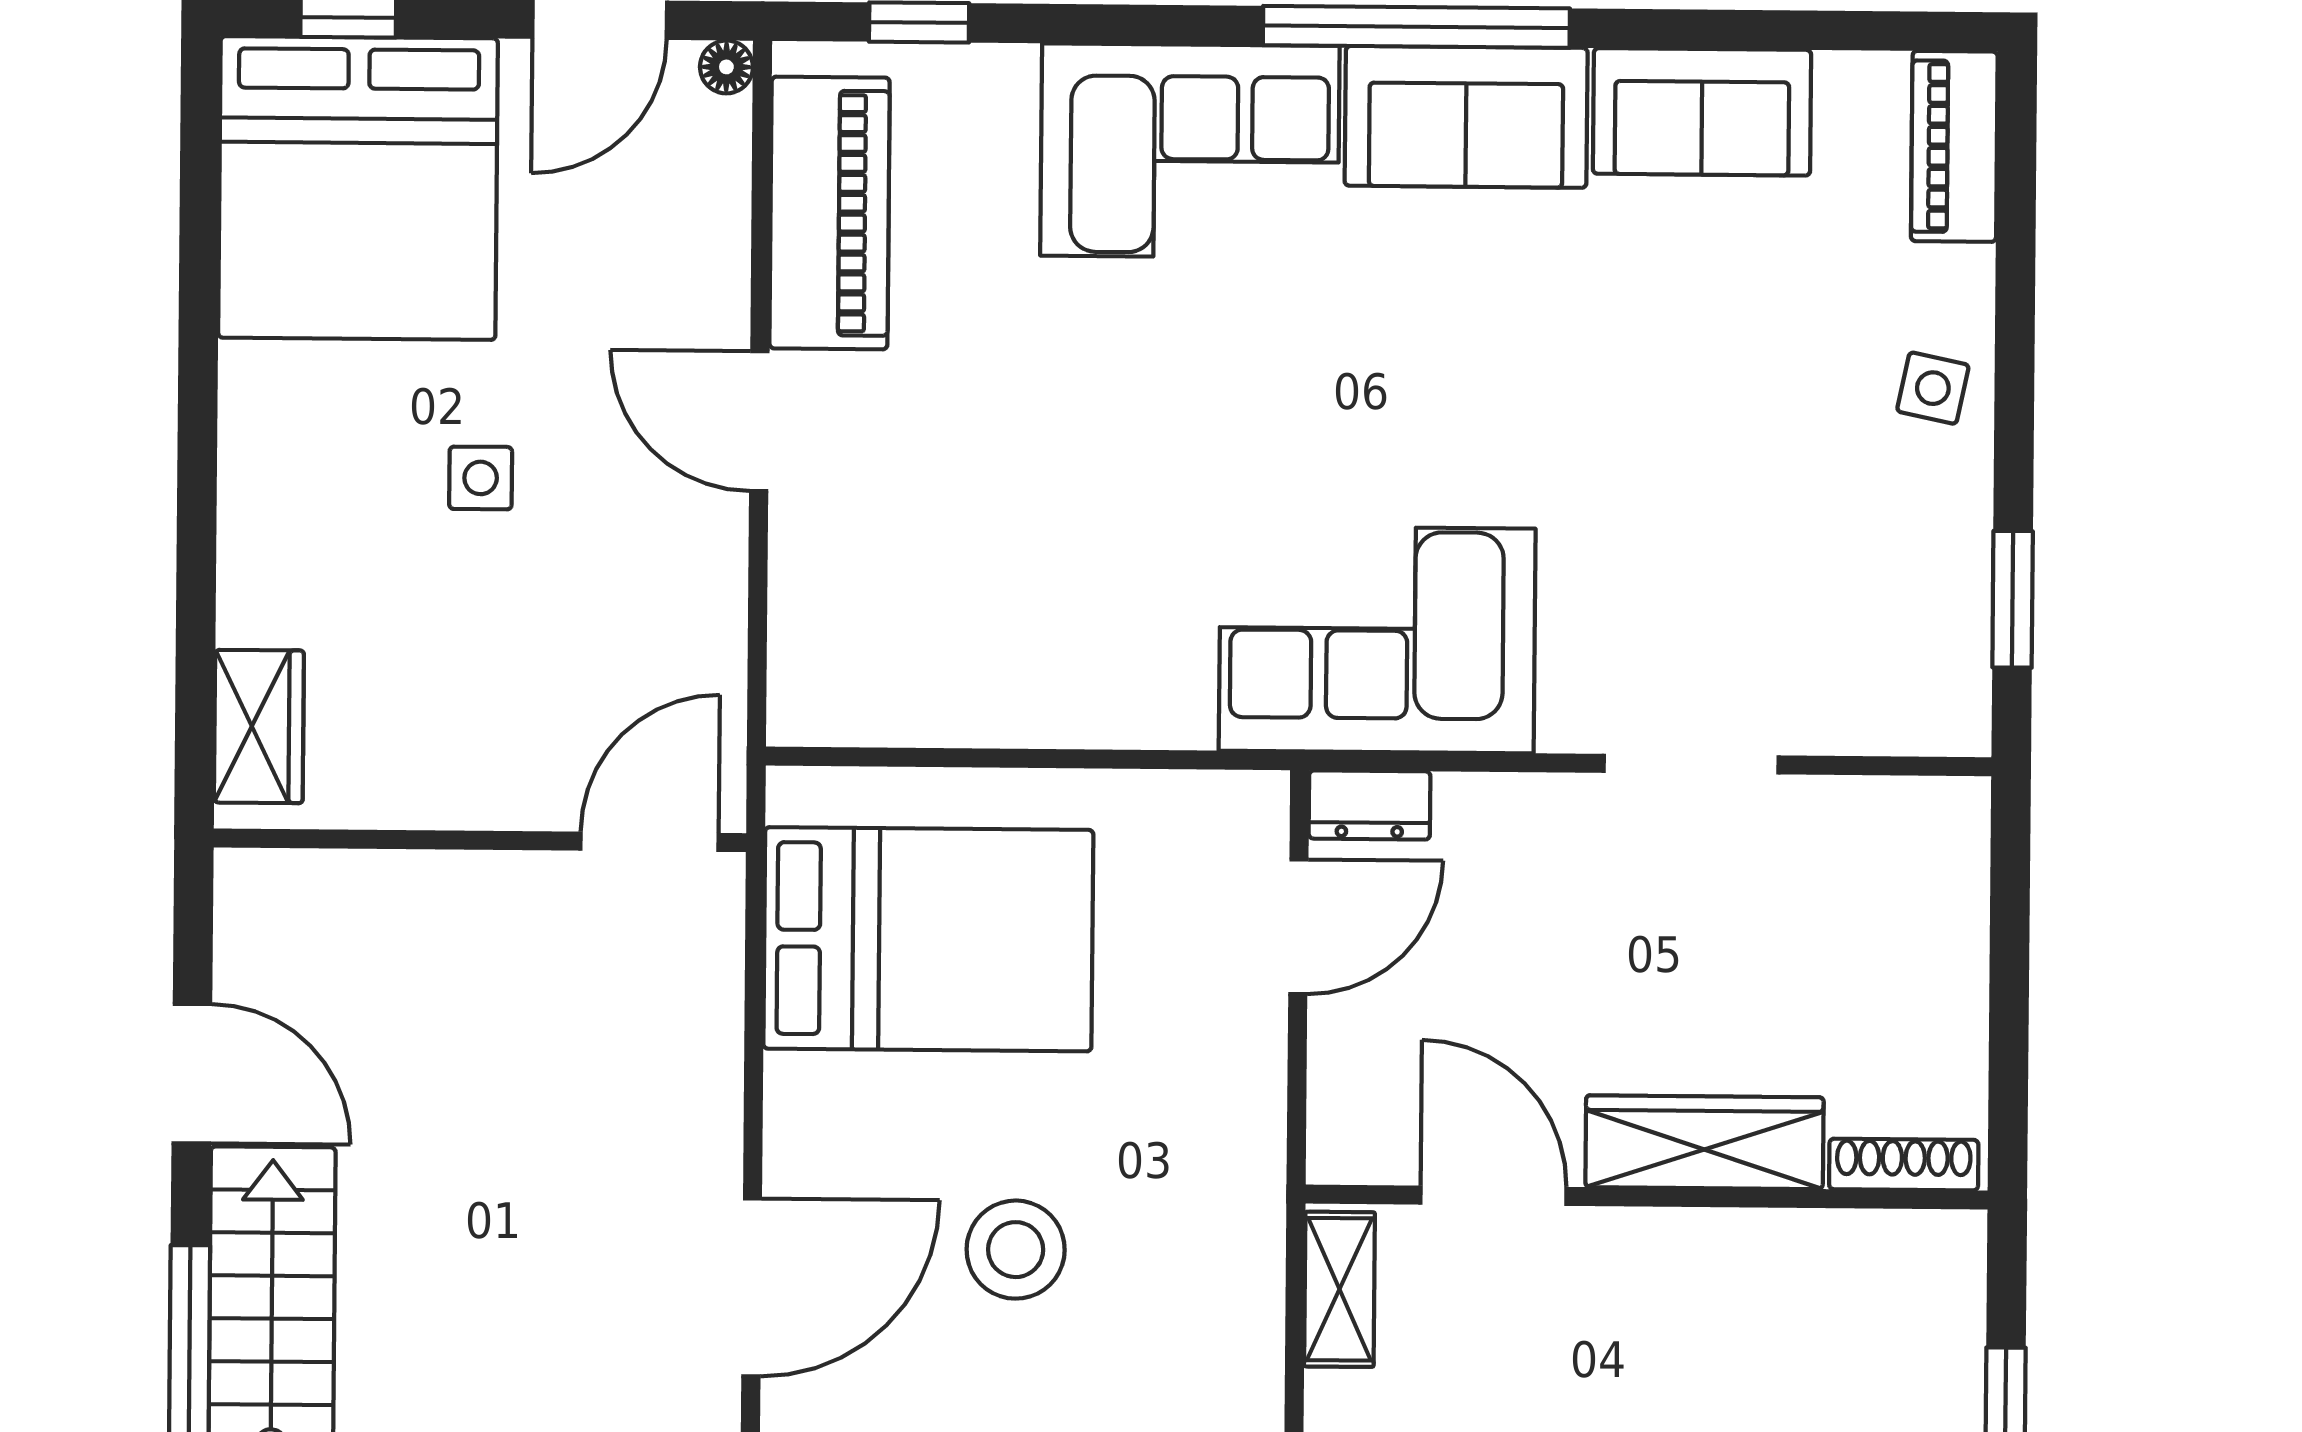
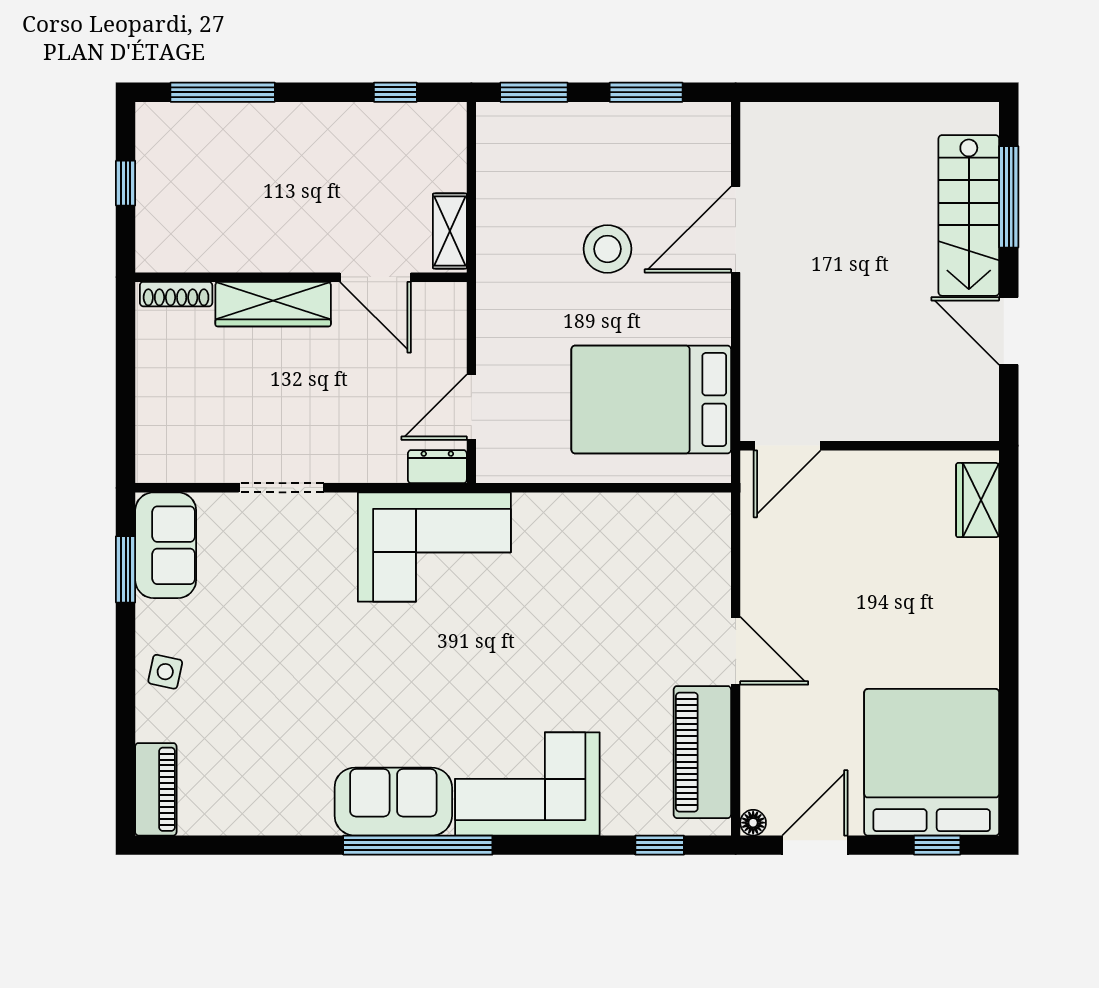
sofa: (1702, 112) -> (166, 545), moved, turned 90
side table: (481, 478) -> (871, 622), removed

